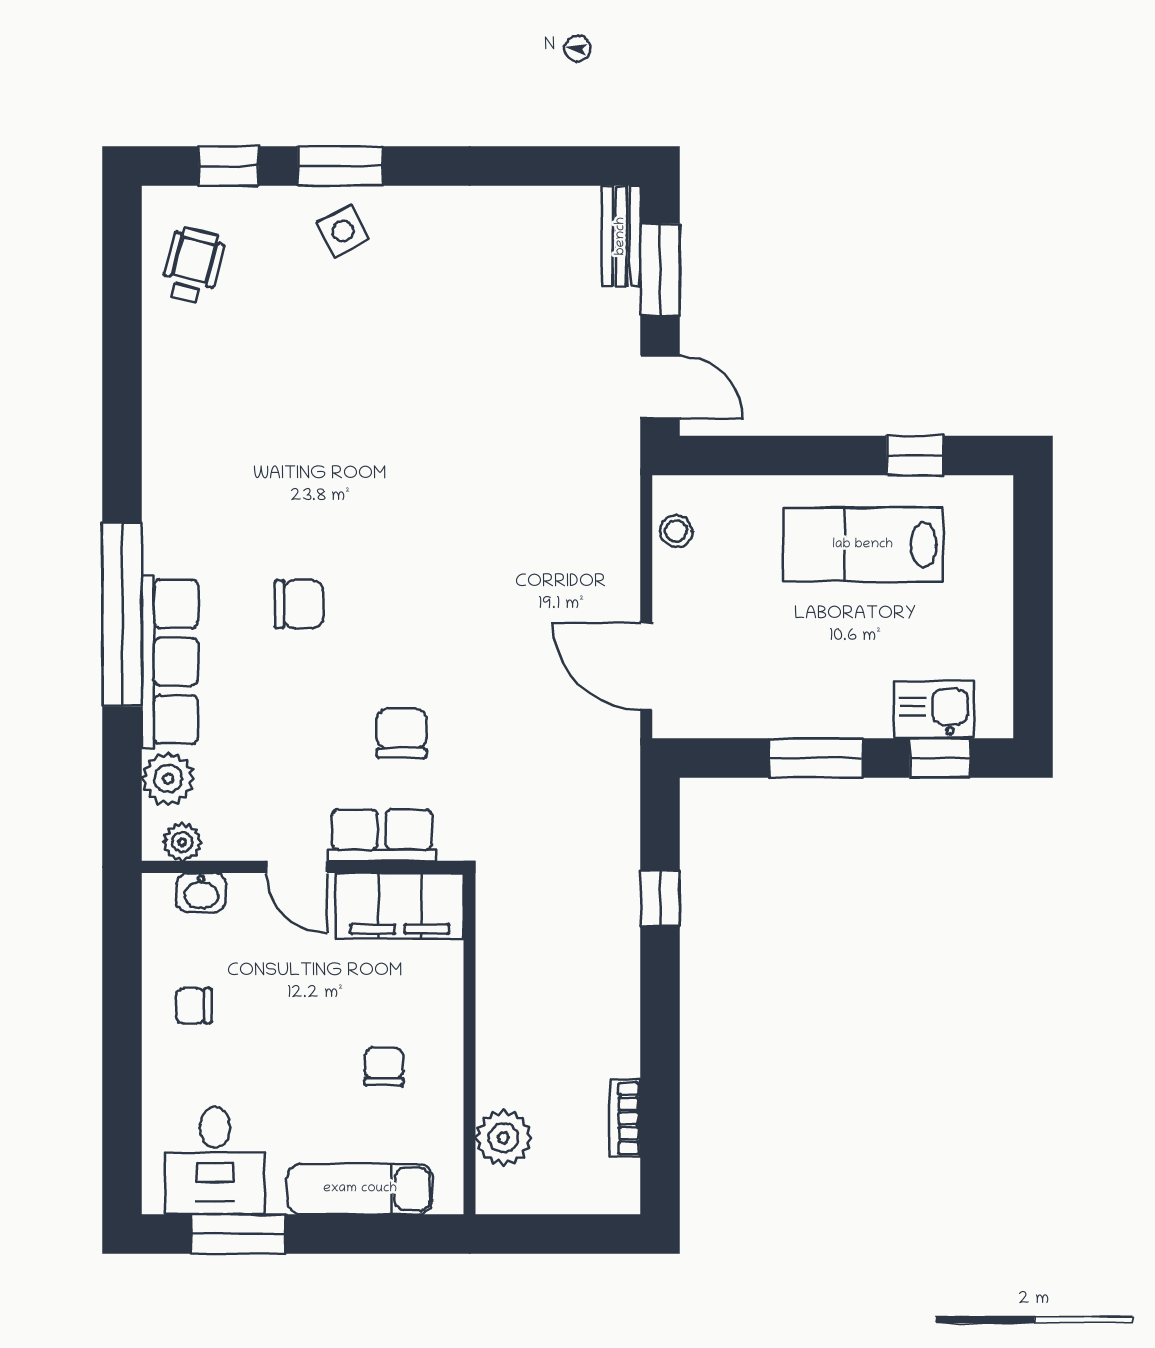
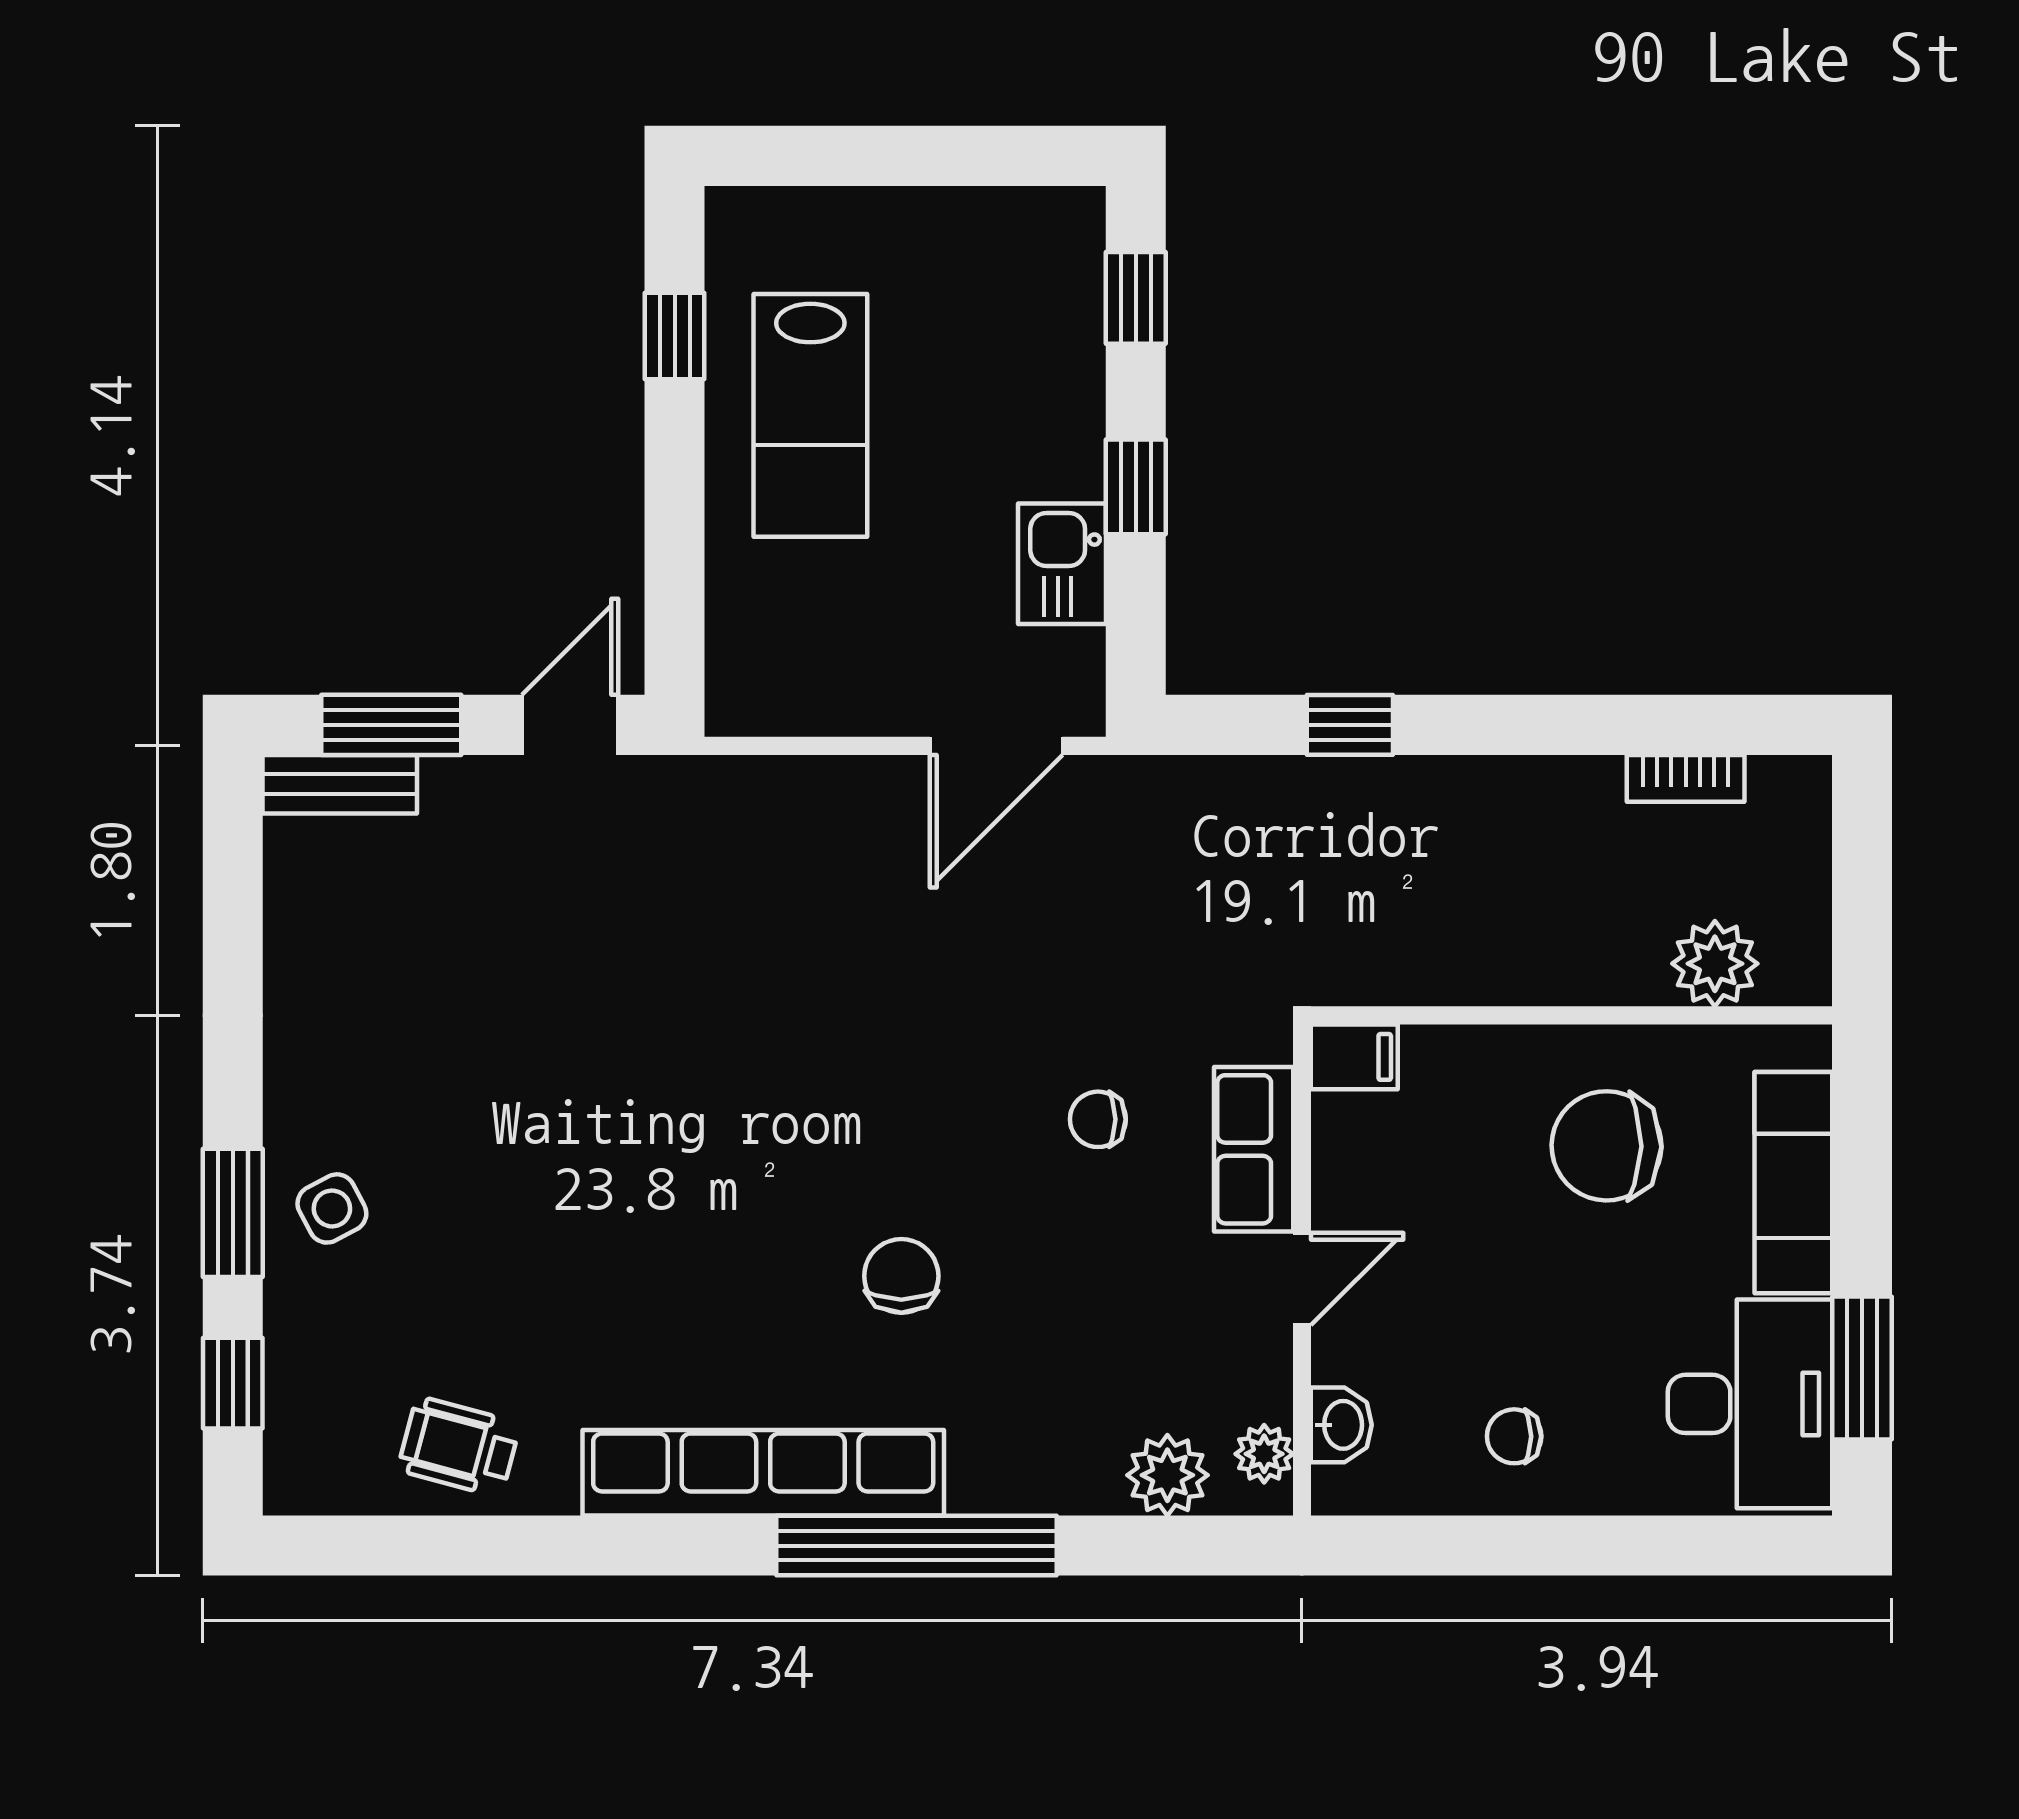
wheelchair: (193, 265) -> (459, 1447), moved
stool: (676, 531) -> (790, 700), removed
row of seats: (170, 662) -> (763, 1473), moved, width x1.36
kitchen sink: (934, 710) -> (1062, 564), moved
chair: (401, 733) -> (1098, 1119), width x0.73, depth x0.73
window: (816, 758) -> (1136, 487), width x0.67
filing cabinet: (400, 906) -> (1354, 1057), width x0.33, depth x0.86
chair: (194, 1006) -> (1514, 1436), turned 90
chair: (384, 1067) -> (1606, 1146), width x1.87, depth x1.87
desk: (215, 1161) -> (1750, 1404), width x1.37

